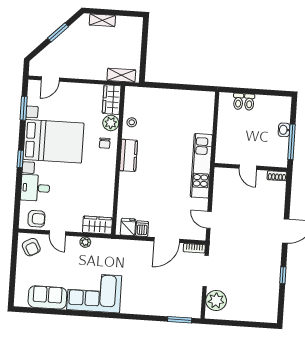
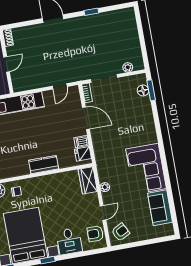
kitchen counter: (129, 155) -> (44, 165), moved
armchair: (36, 219) -> (95, 234), turned -90
plant: (216, 300) -> (128, 67), width x0.53, depth x0.53
floor lamp: (182, 311) -> (143, 90), added

